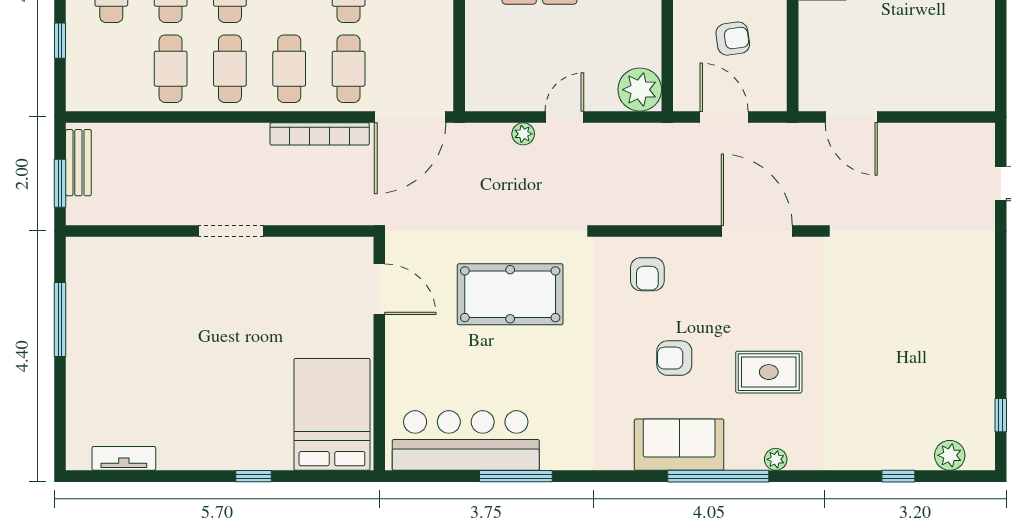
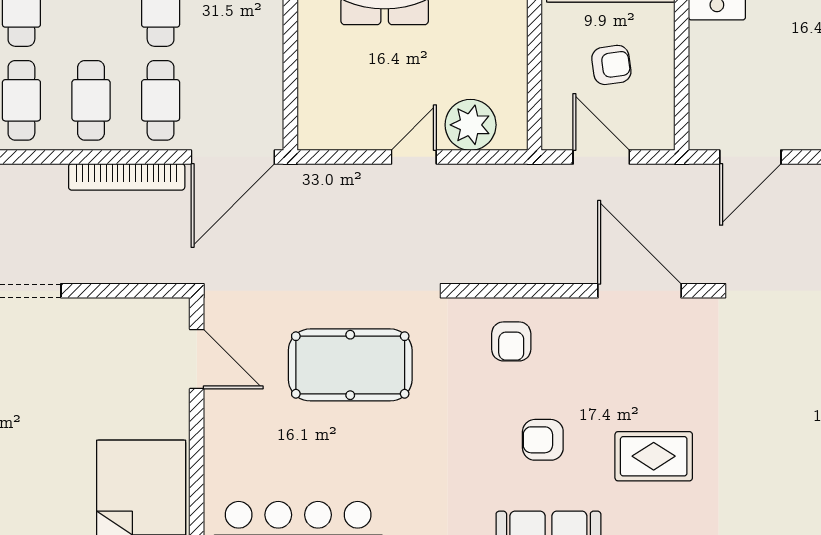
plant: (640, 90) -> (471, 125), moved
door: (851, 117) -> (750, 157), hinge flipped
plant: (523, 134) -> (366, 177), removed

